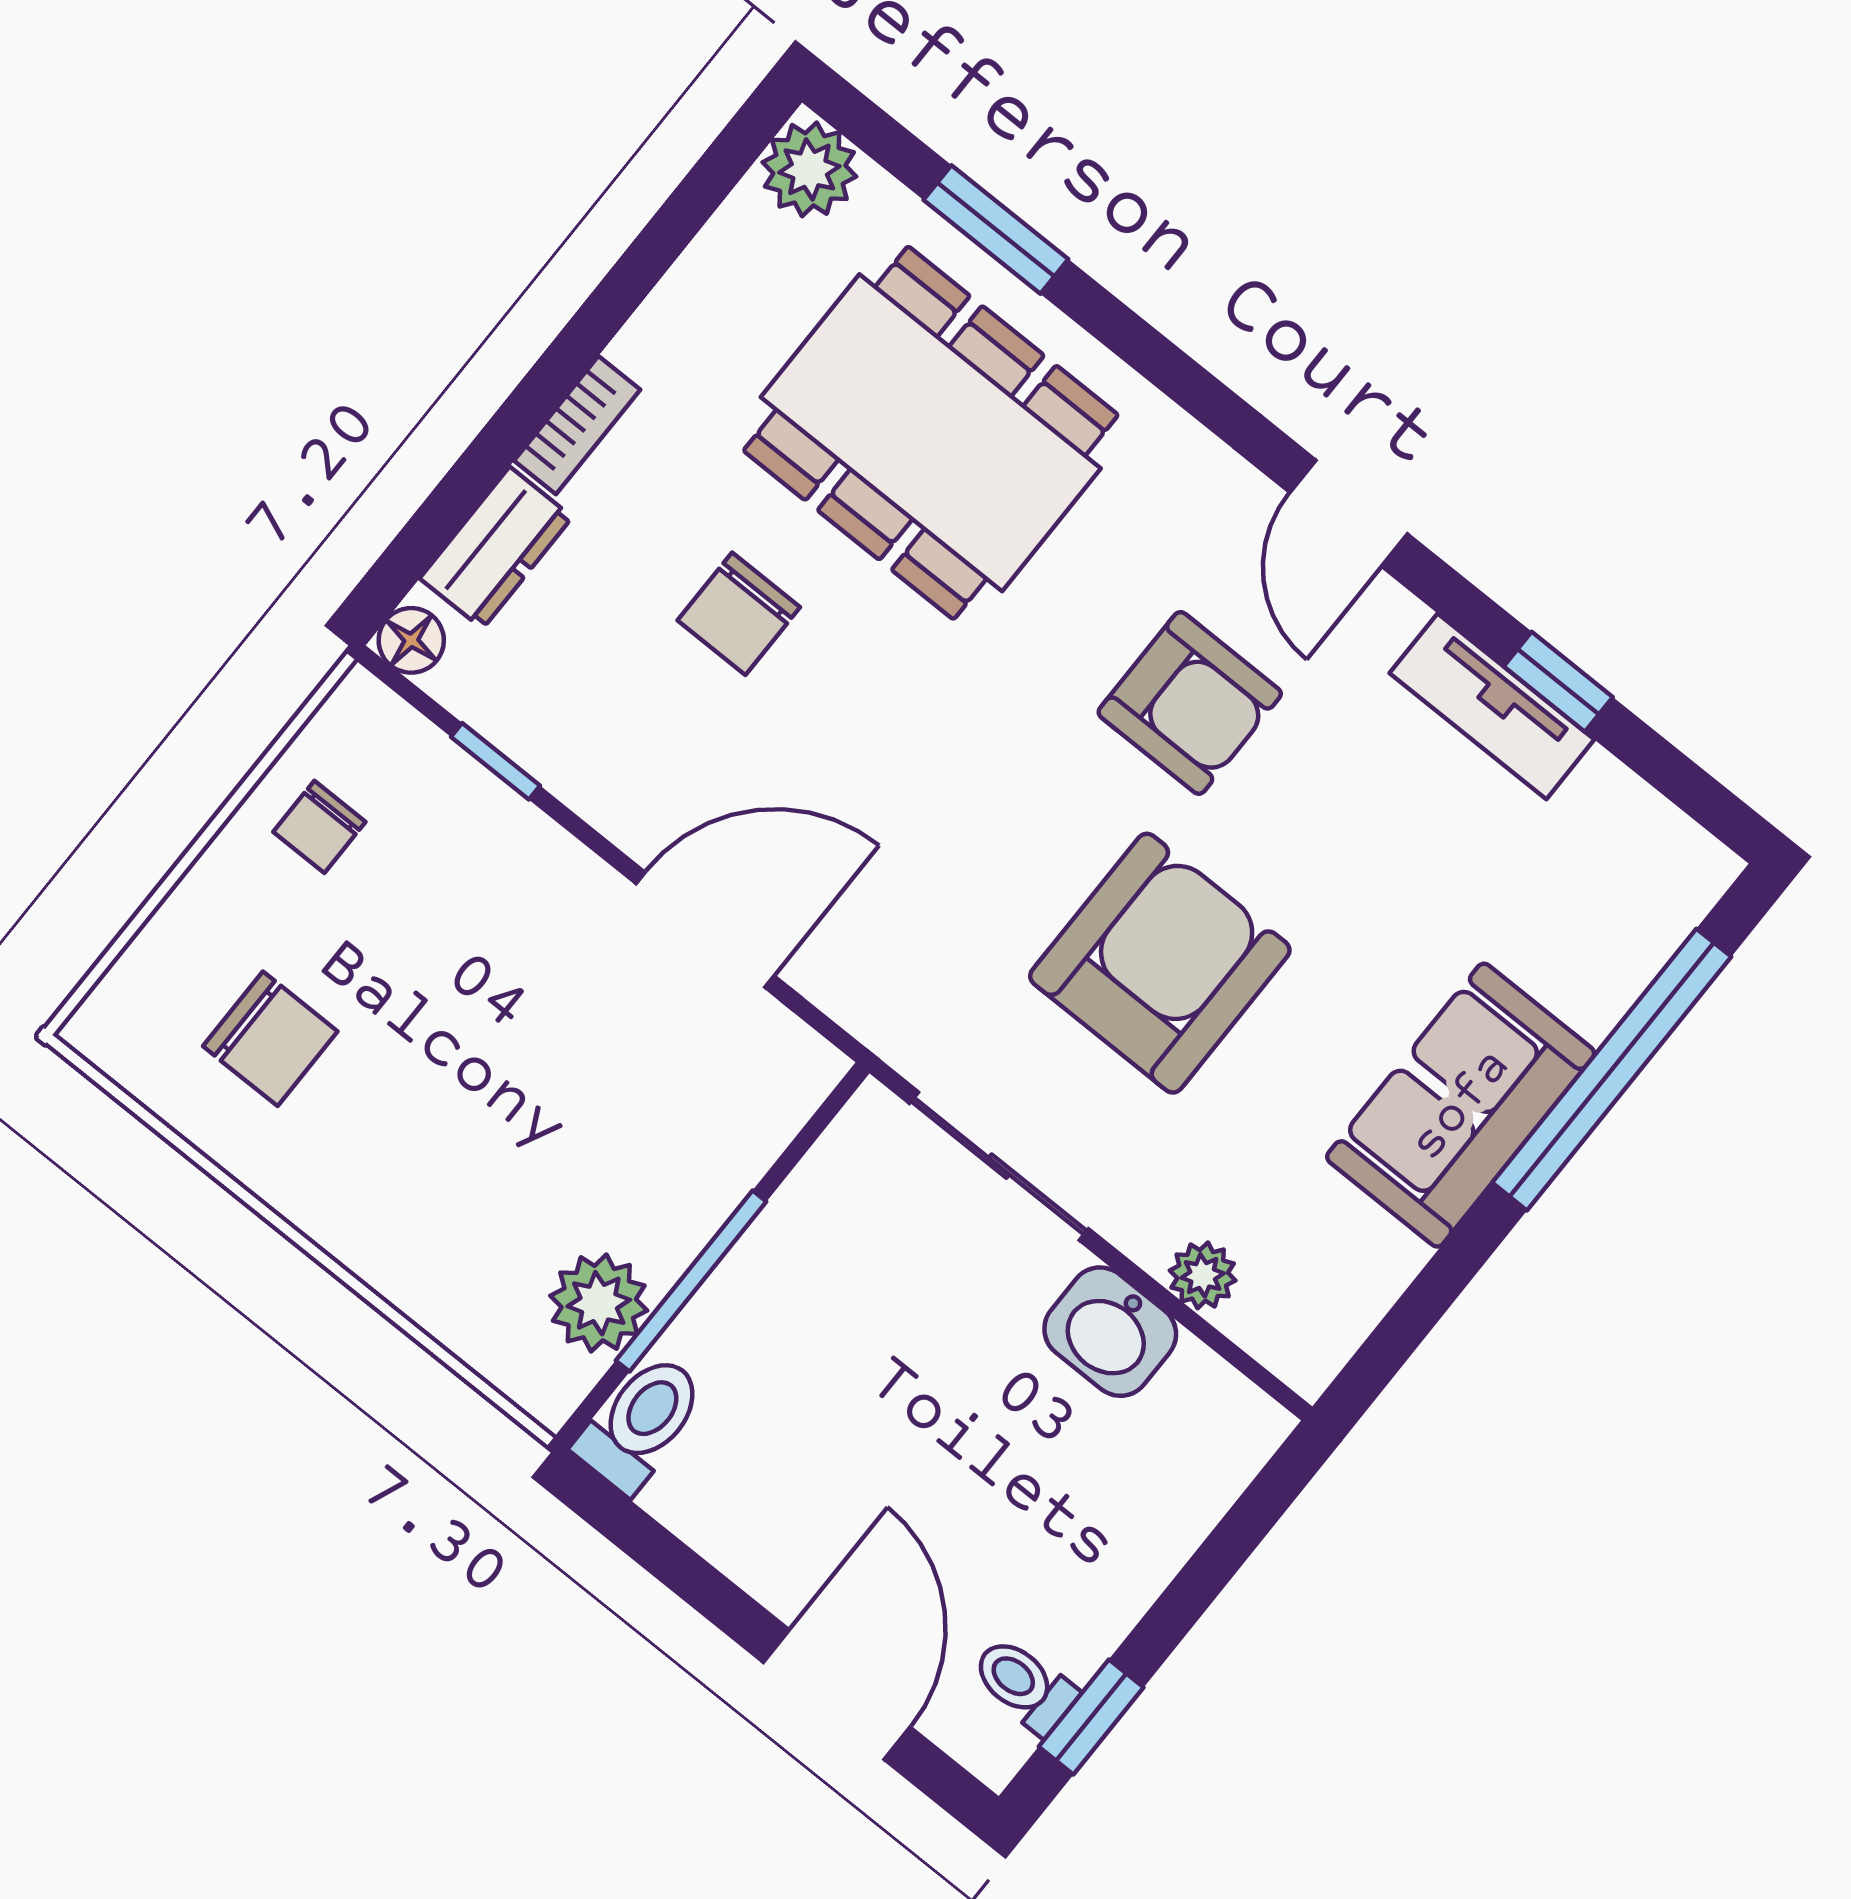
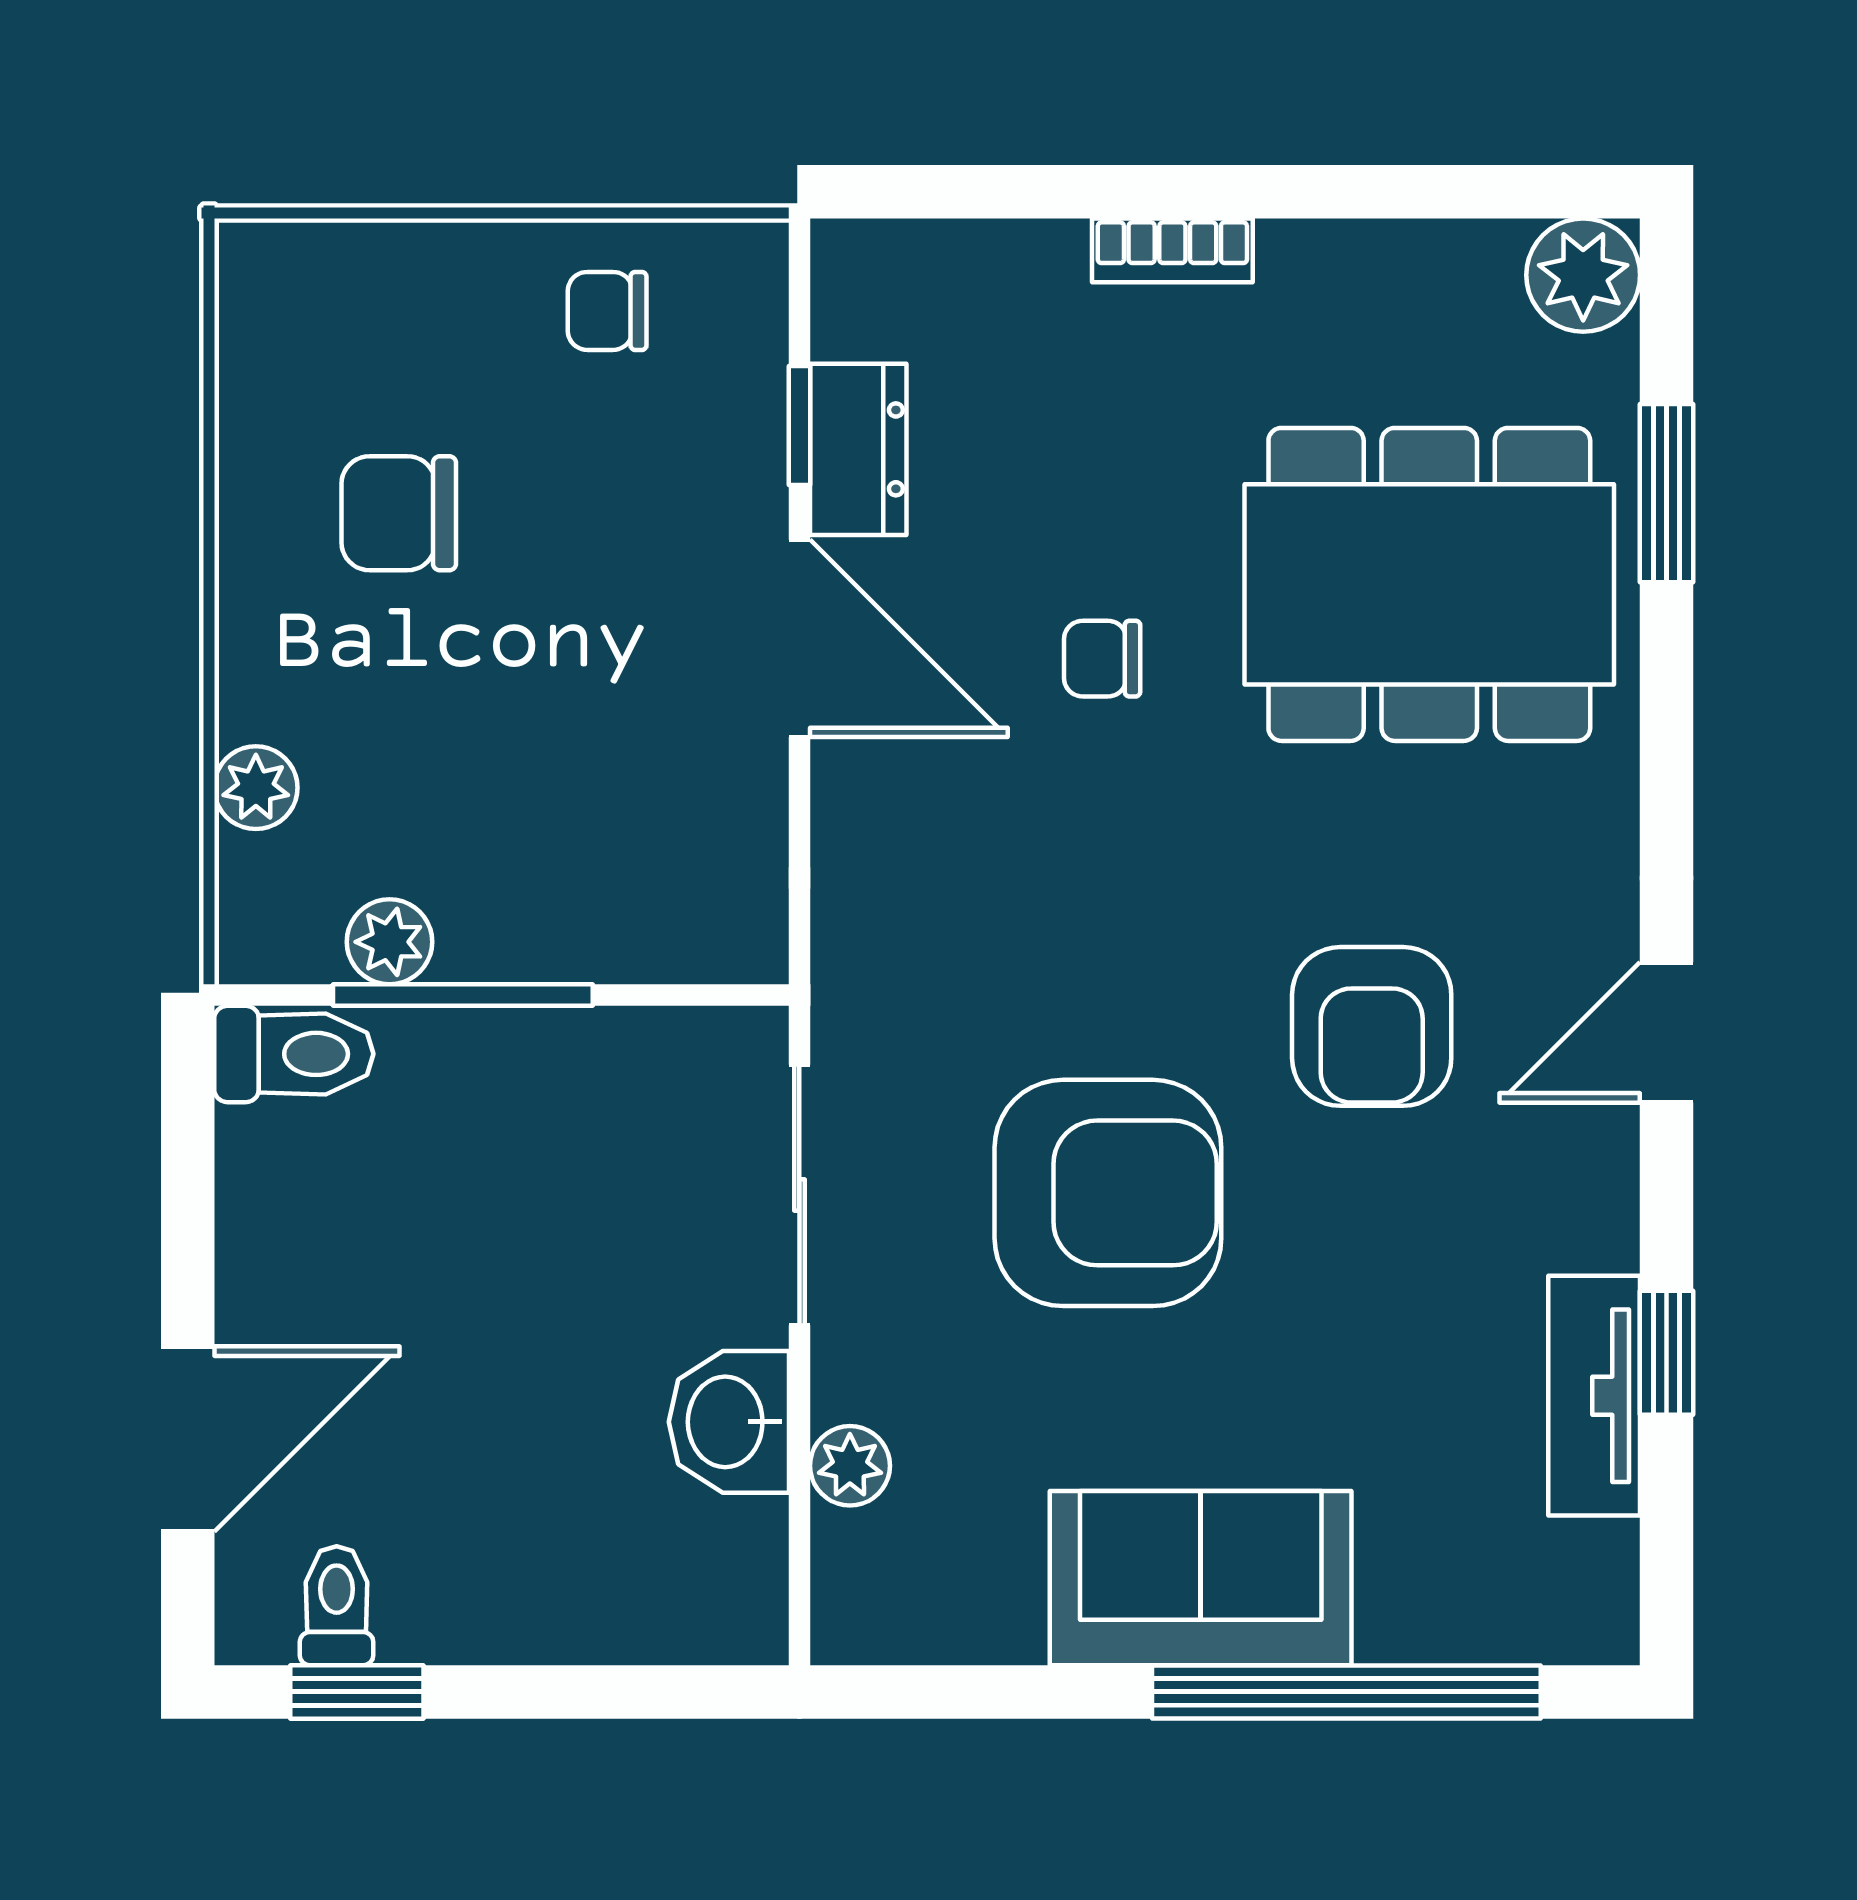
dining table: (931, 433) -> (1429, 584), turned 90
dresser: (496, 548) -> (858, 449), moved, turned -90
chair: (739, 614) -> (1102, 659), moved, width x0.73, depth x0.73
floor lamp: (411, 640) -> (849, 257), removed
tv unit: (1492, 706) -> (1594, 1396), moved
door: (705, 930) -> (799, 638), moved
chair: (270, 1039) -> (399, 513), moved, turned 90
plant: (599, 1303) -> (390, 942), width x0.73, depth x0.73
plant: (447, 1307) -> (256, 788), added

